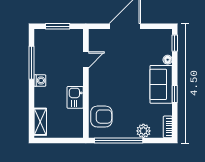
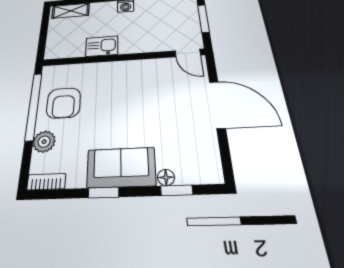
window: (175, 43) -> (177, 190), moved
door: (86, 60) -> (188, 53), moved
armchair: (101, 117) -> (64, 103), moved

